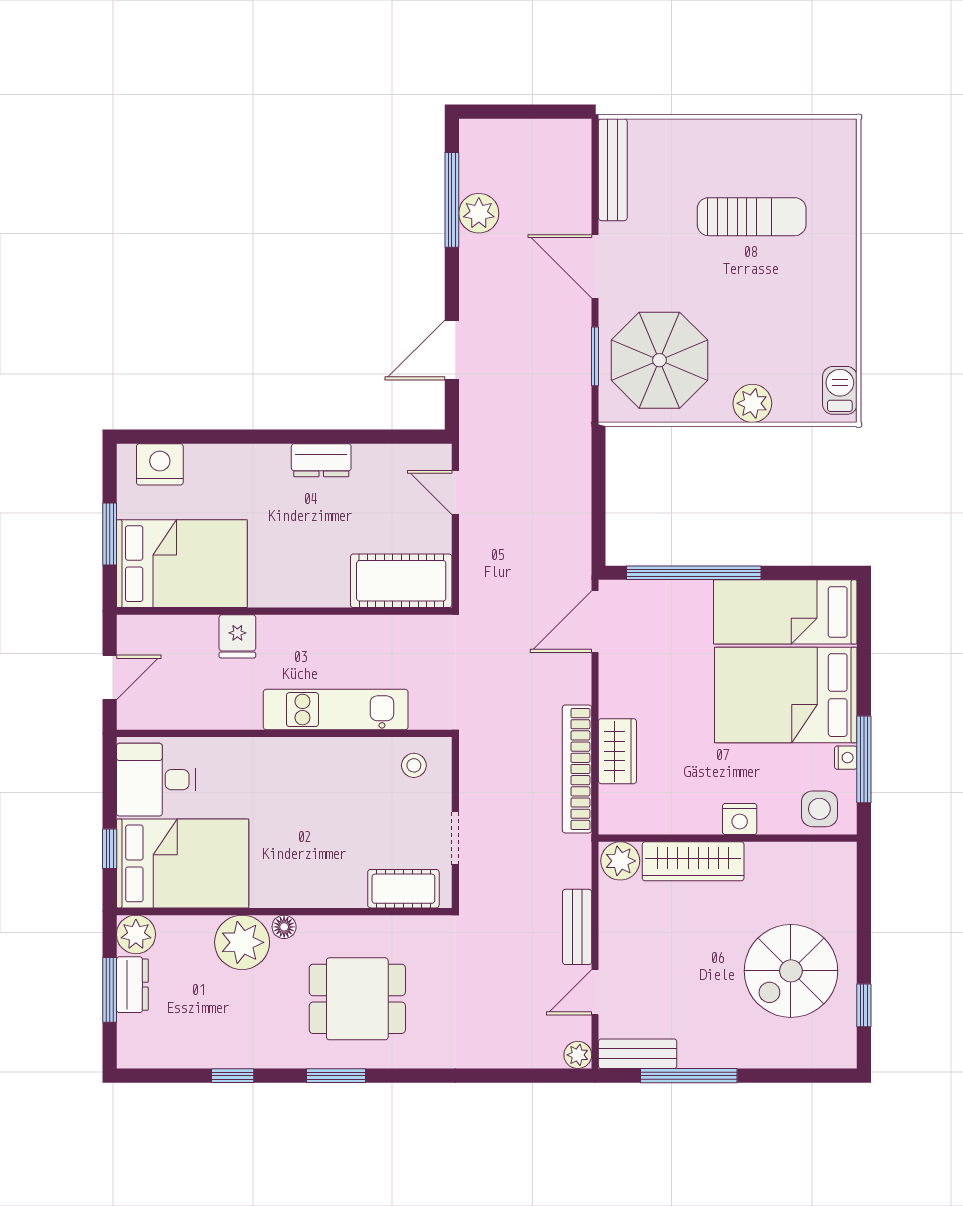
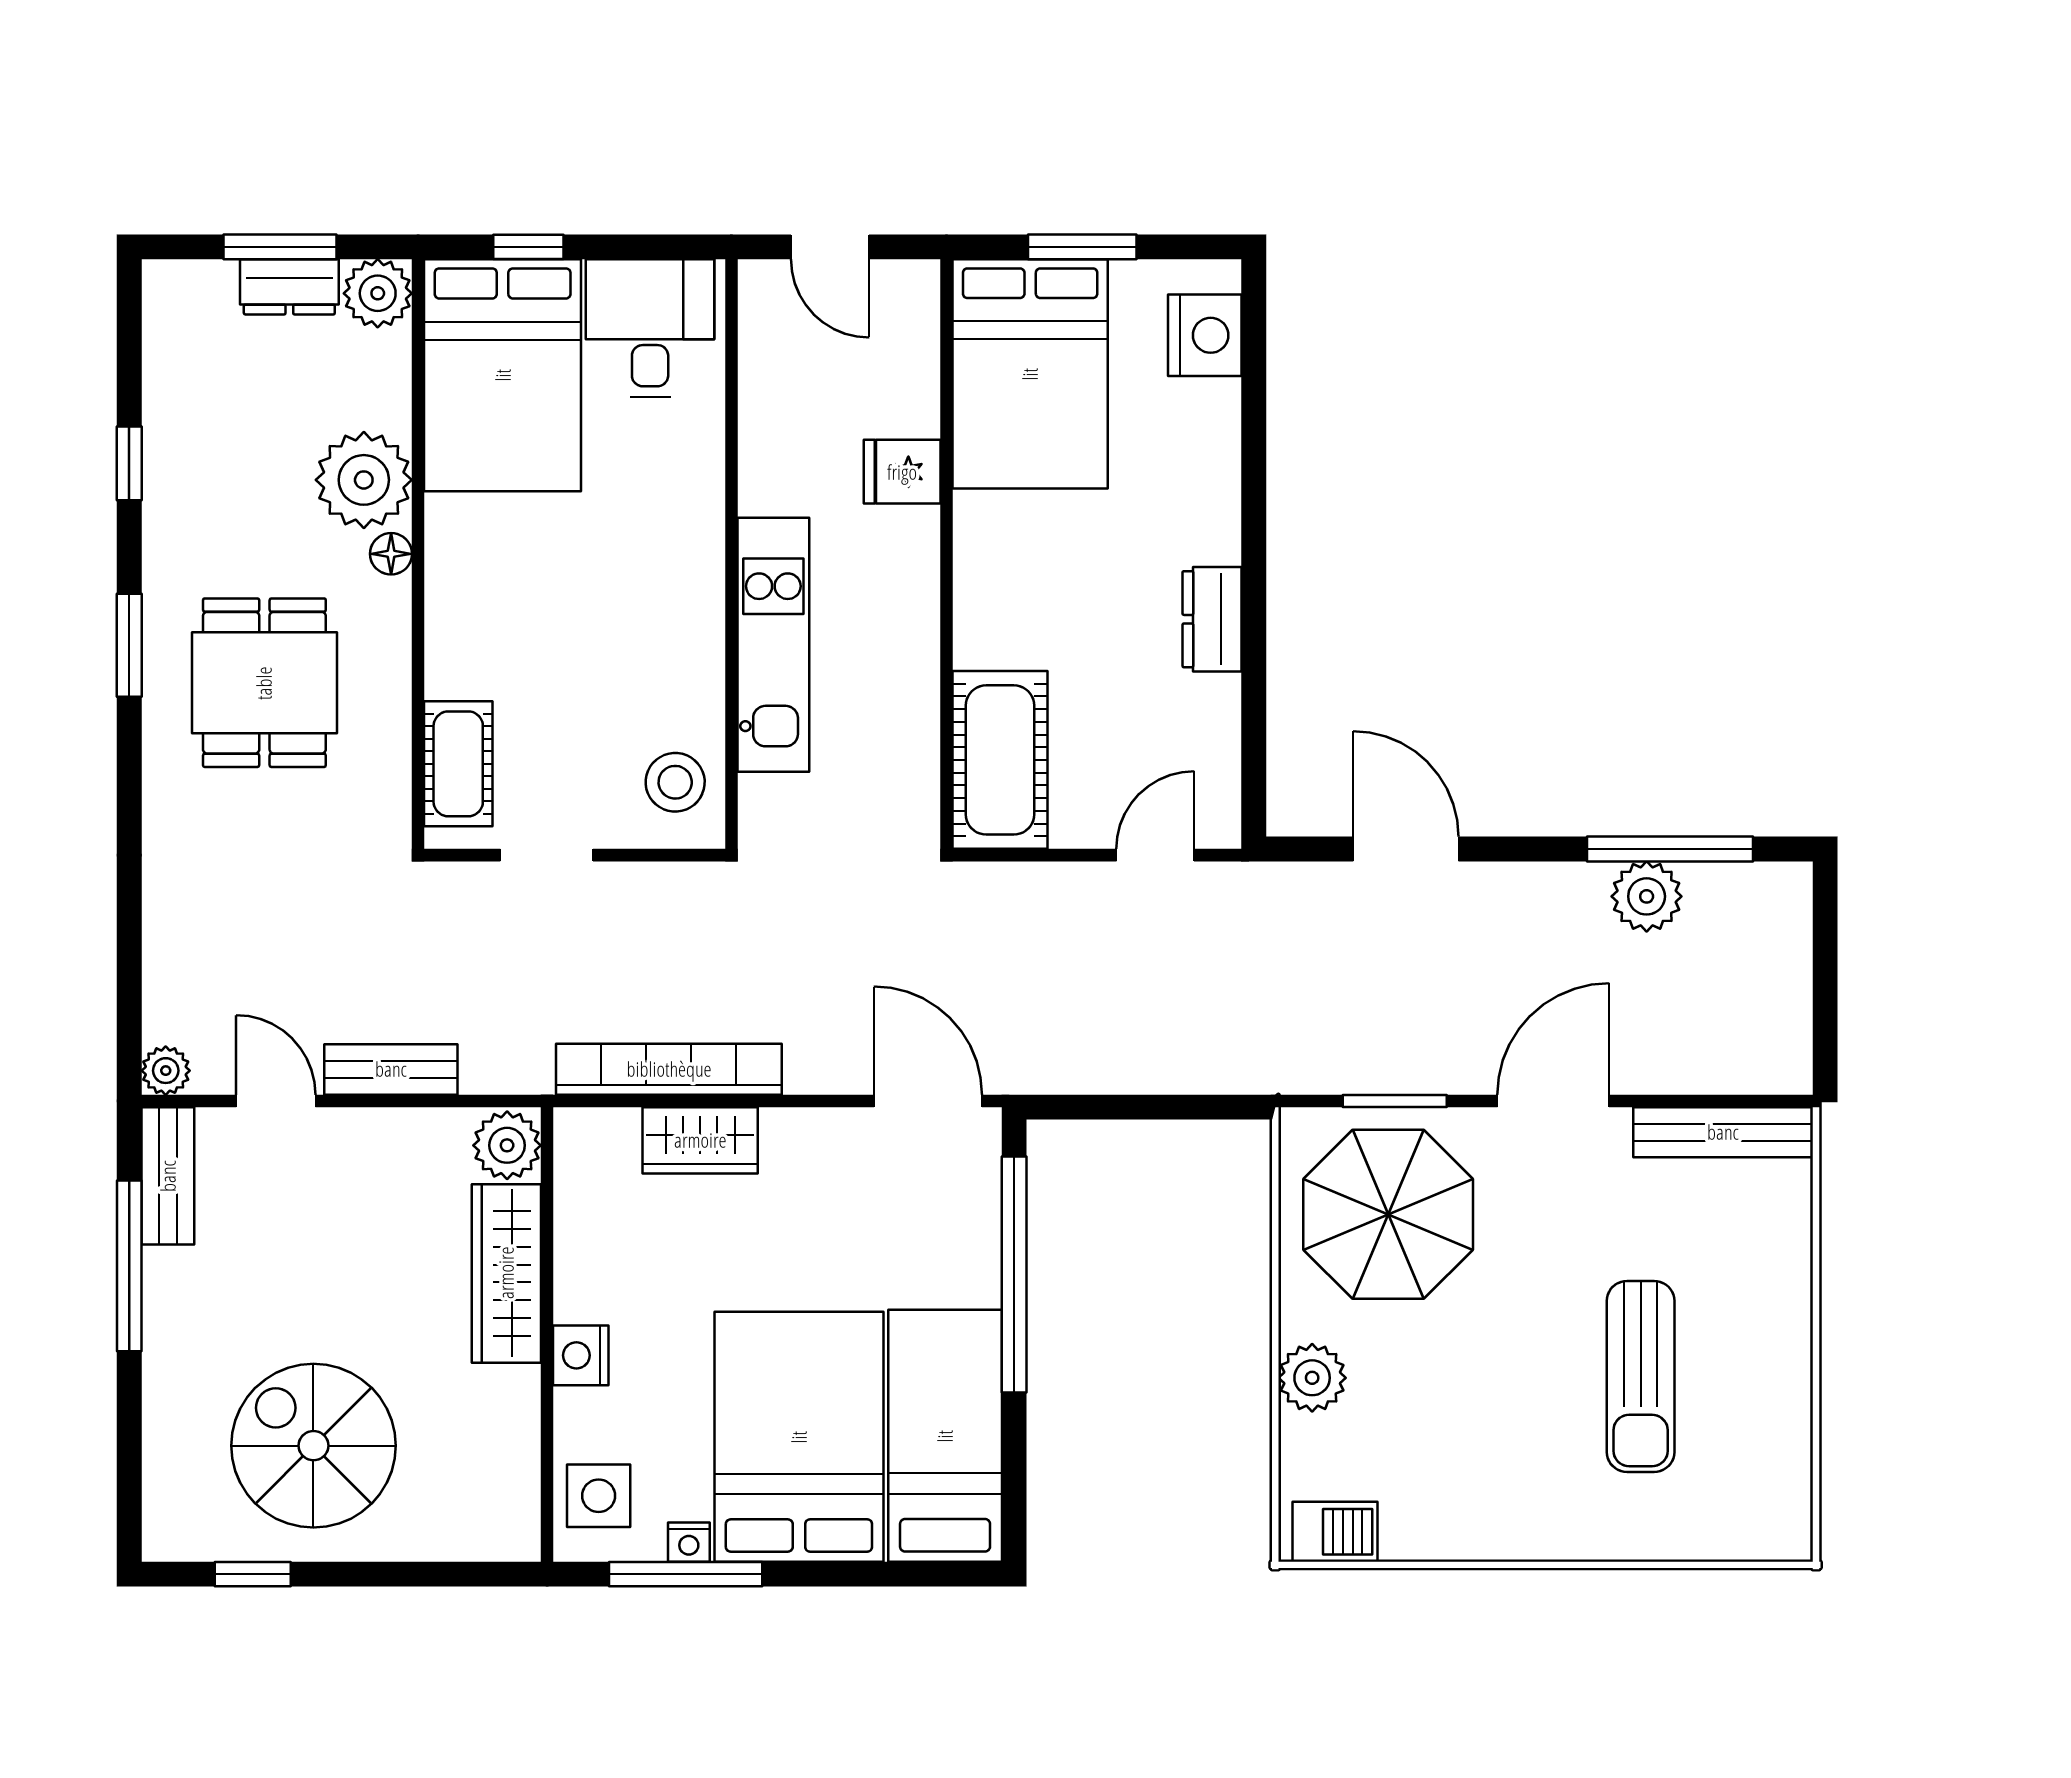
stool: (414, 765) -> (675, 782), width x1.37, depth x1.37

